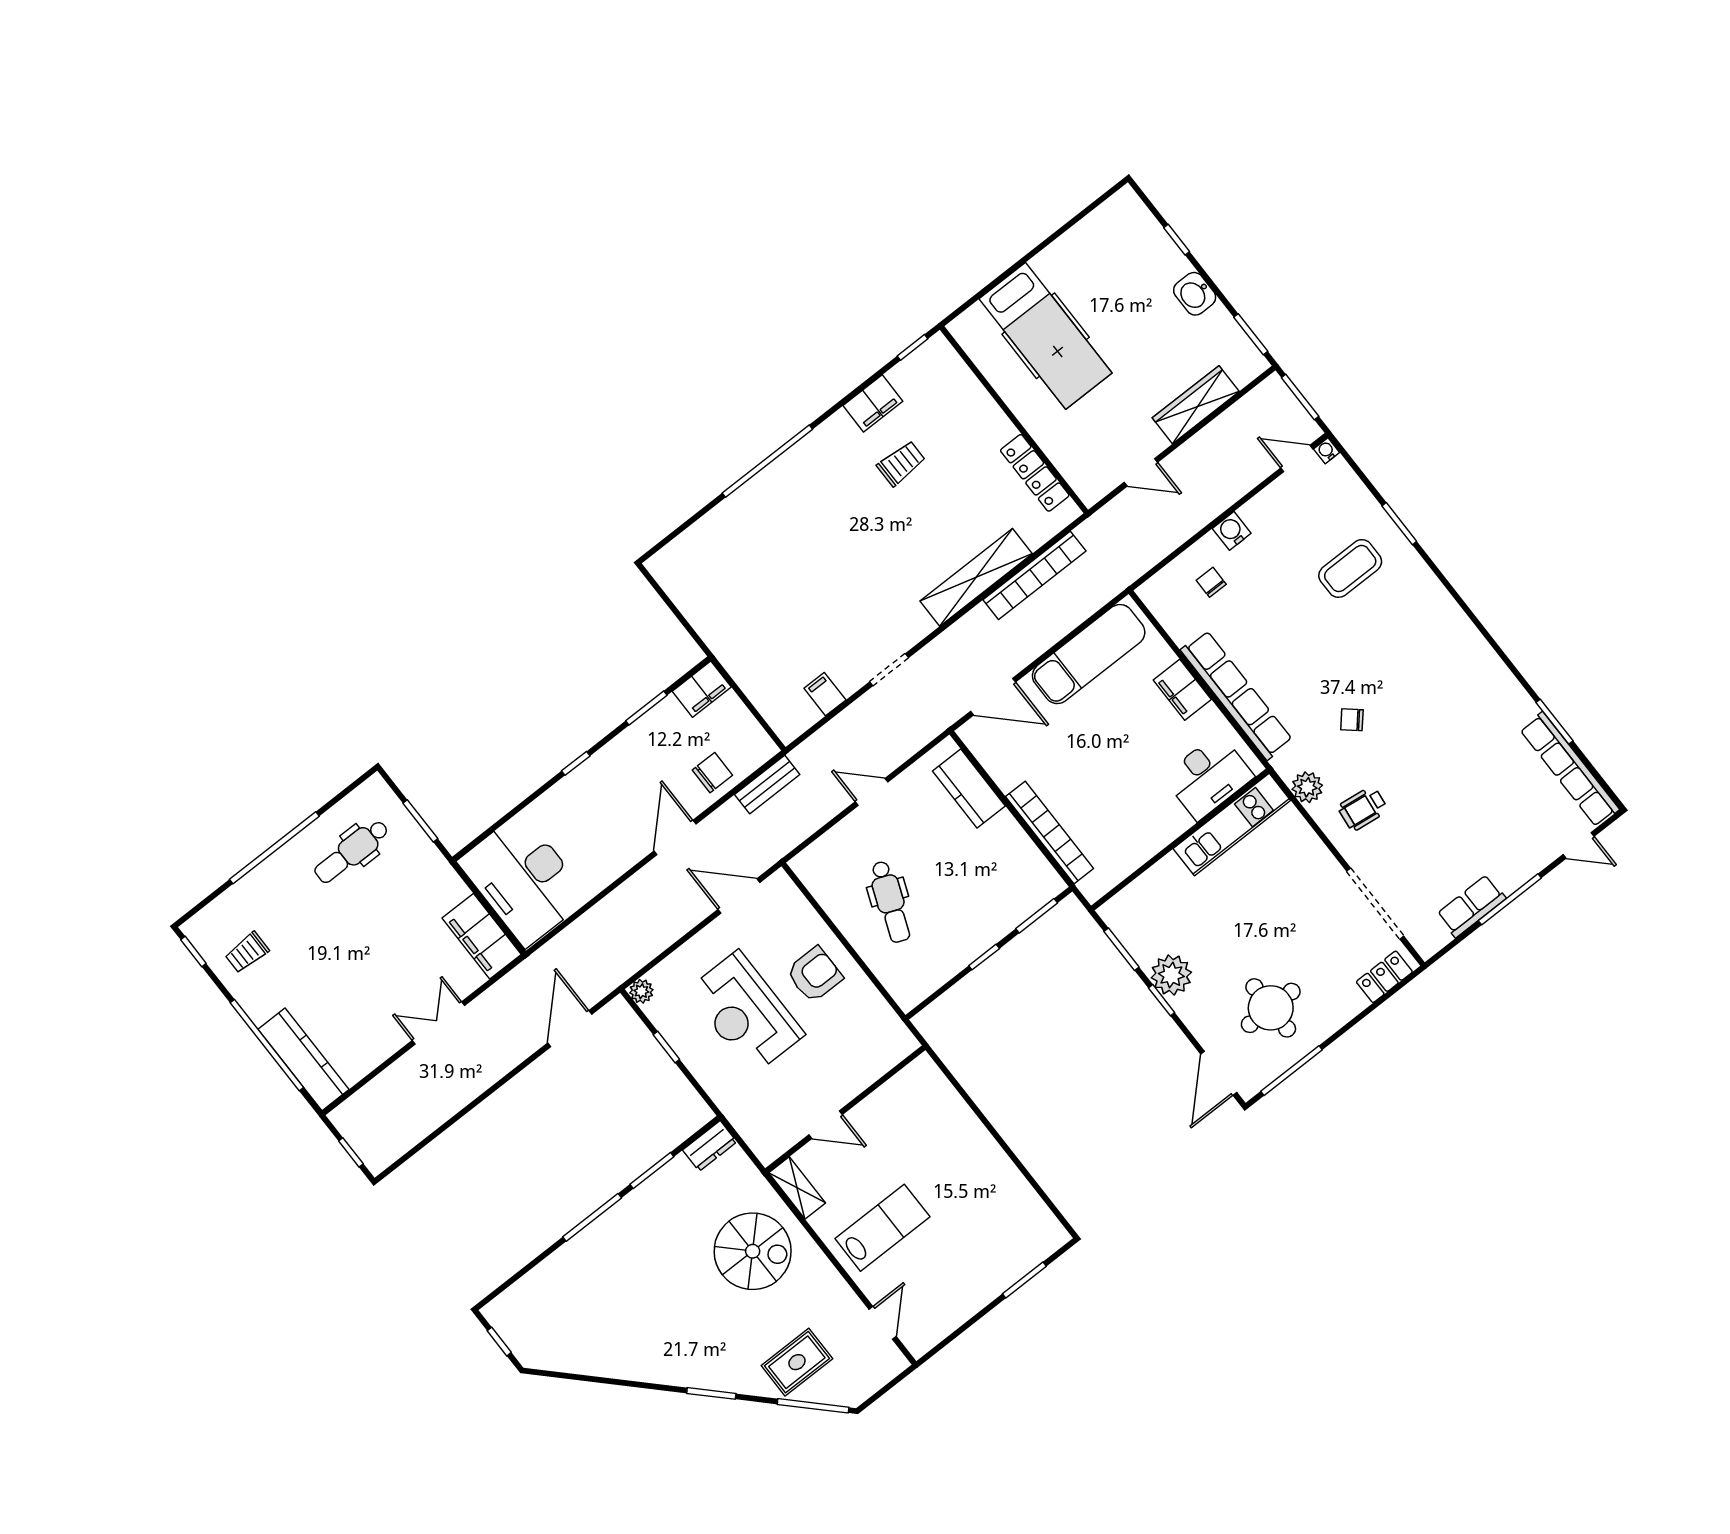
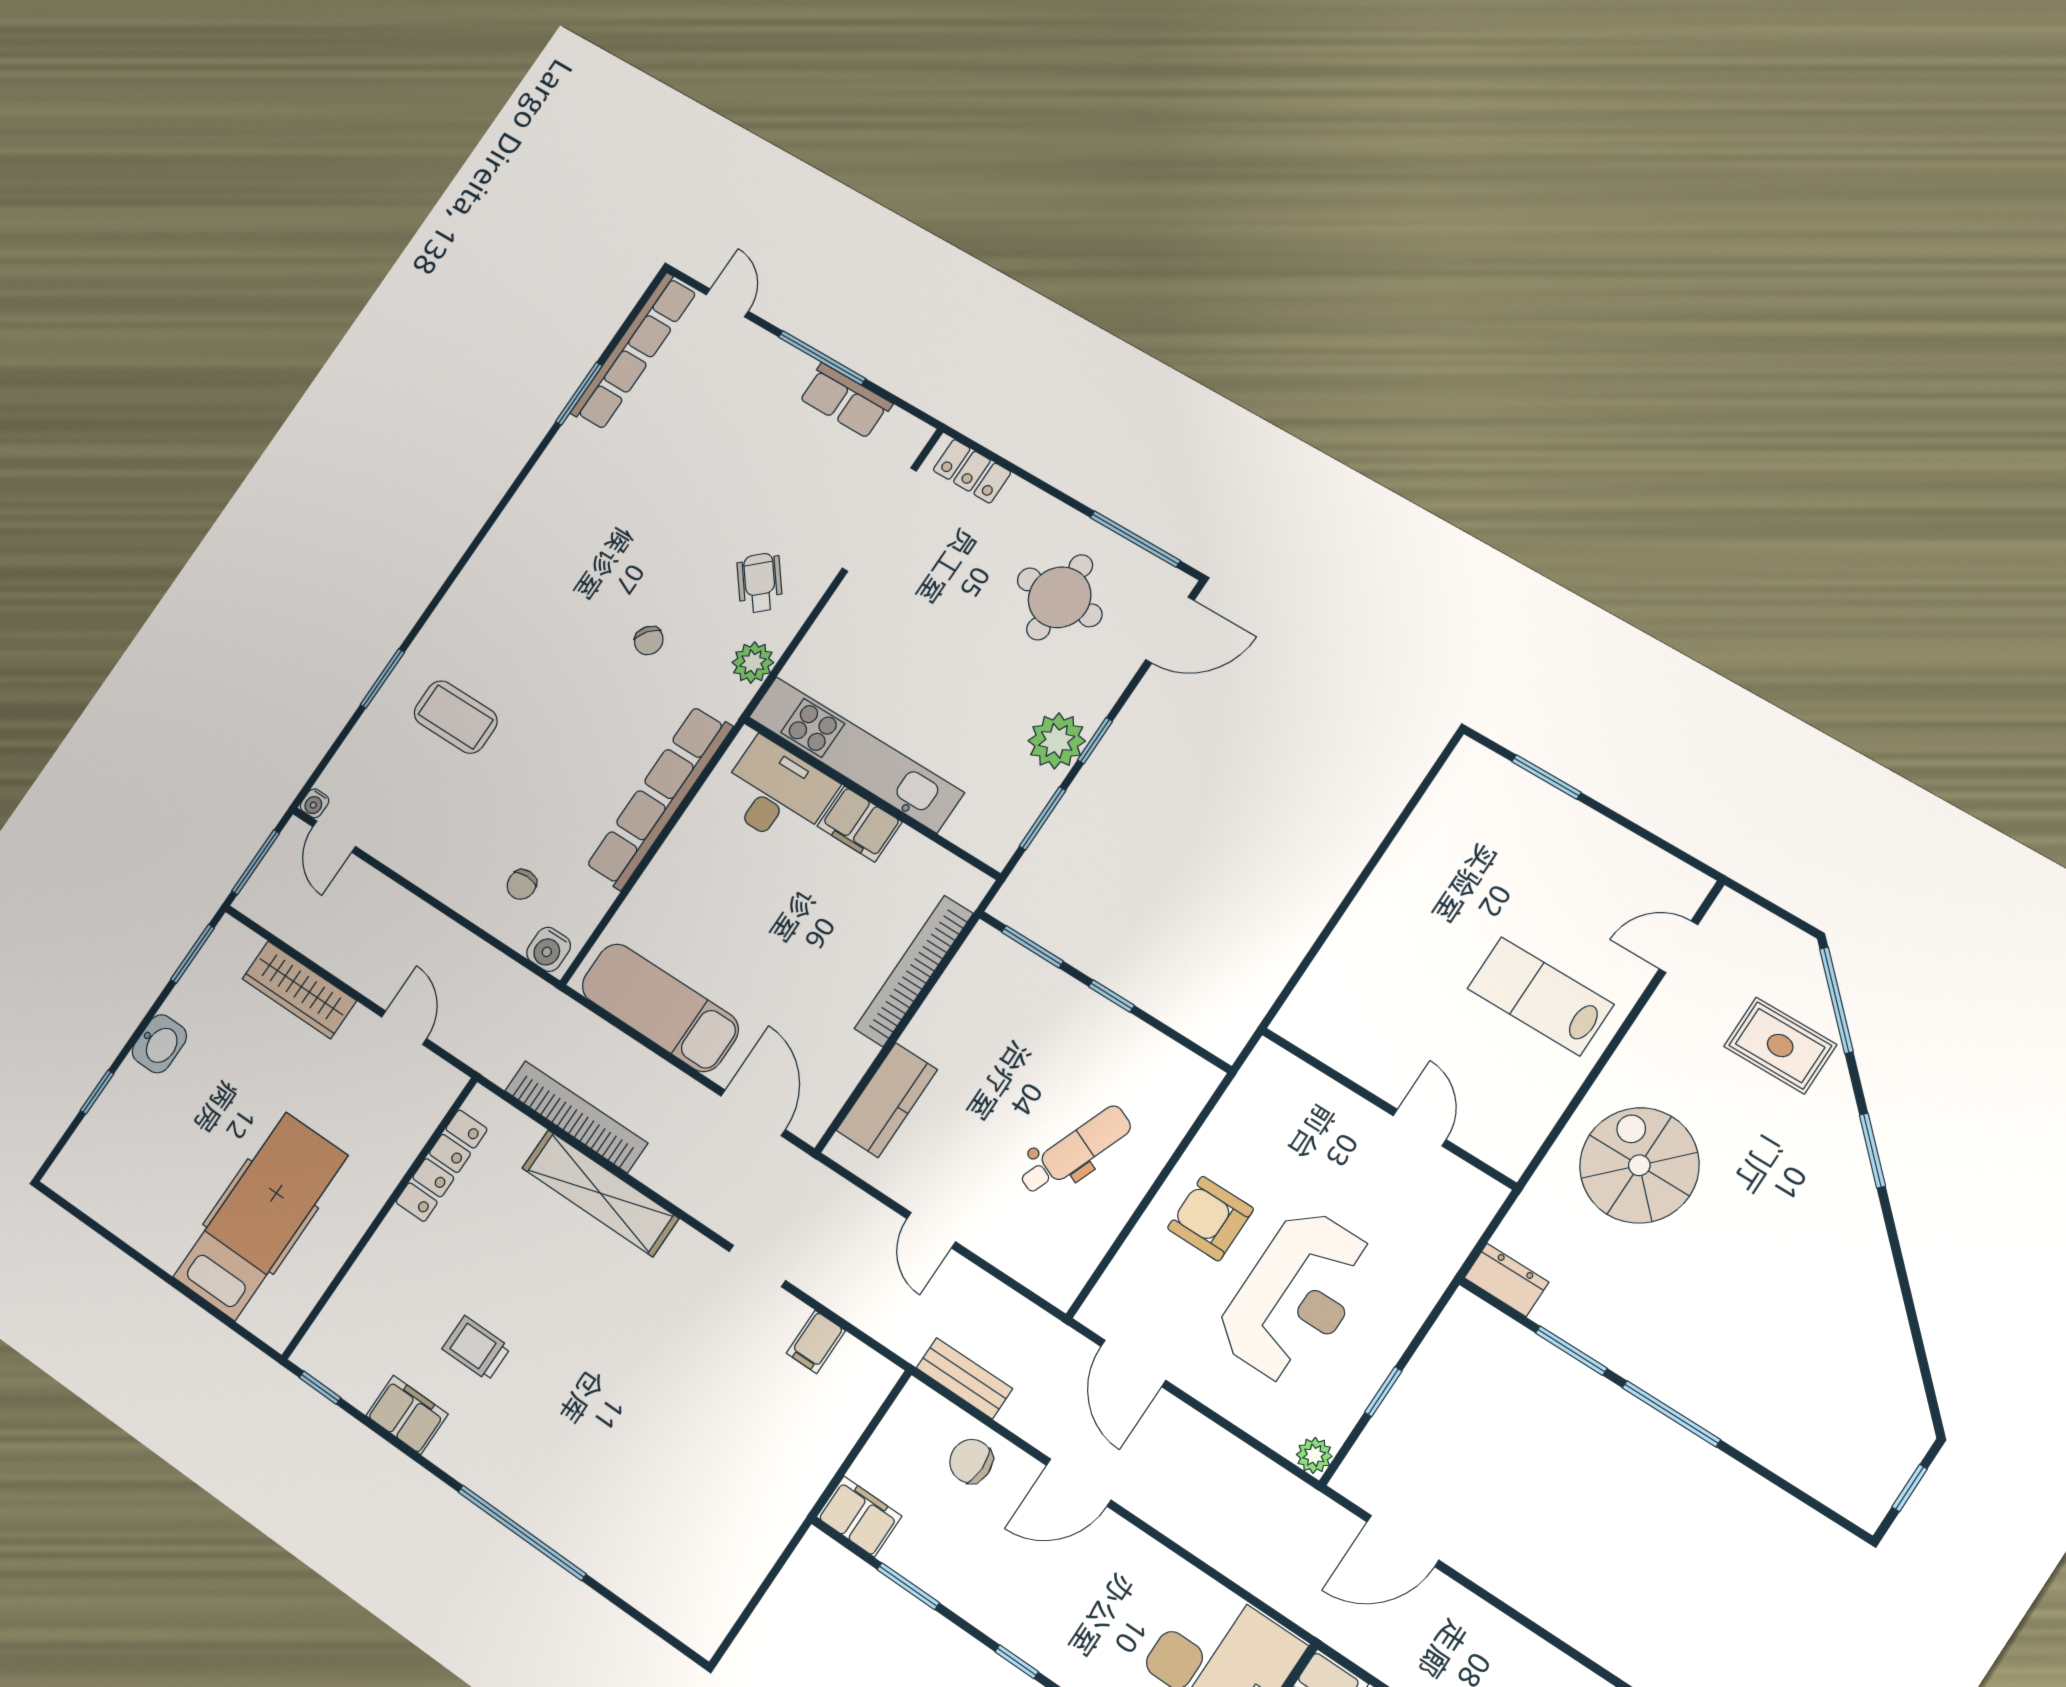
water cooler: (1232, 531) -> (549, 949), moved
filing cabinet: (1182, 690) -> (860, 824), moved, turned 90
wheelchair: (1363, 809) -> (760, 583), turned -137
kitchen unit: (1232, 825) -> (856, 755), width x1.36
shelving: (797, 1188) -> (1525, 1135), removed

